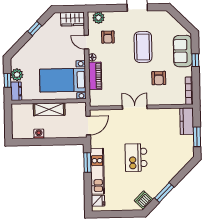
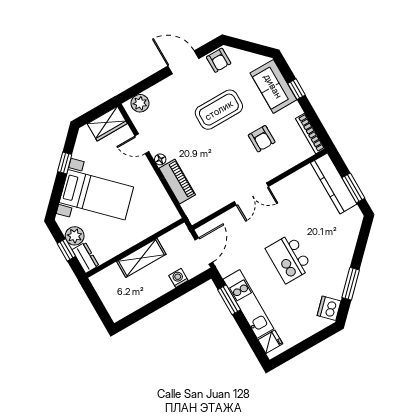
armchair: (108, 37) -> (219, 60), moved
coffee table: (143, 47) -> (219, 110), turned 90
bed with nightstands: (63, 80) -> (96, 195), moved, turned -135
double door: (135, 107) -> (251, 194), swing flipped
kitchen counter: (187, 121) -> (334, 183), width x1.50
washing machine: (39, 134) -> (178, 278), moved

